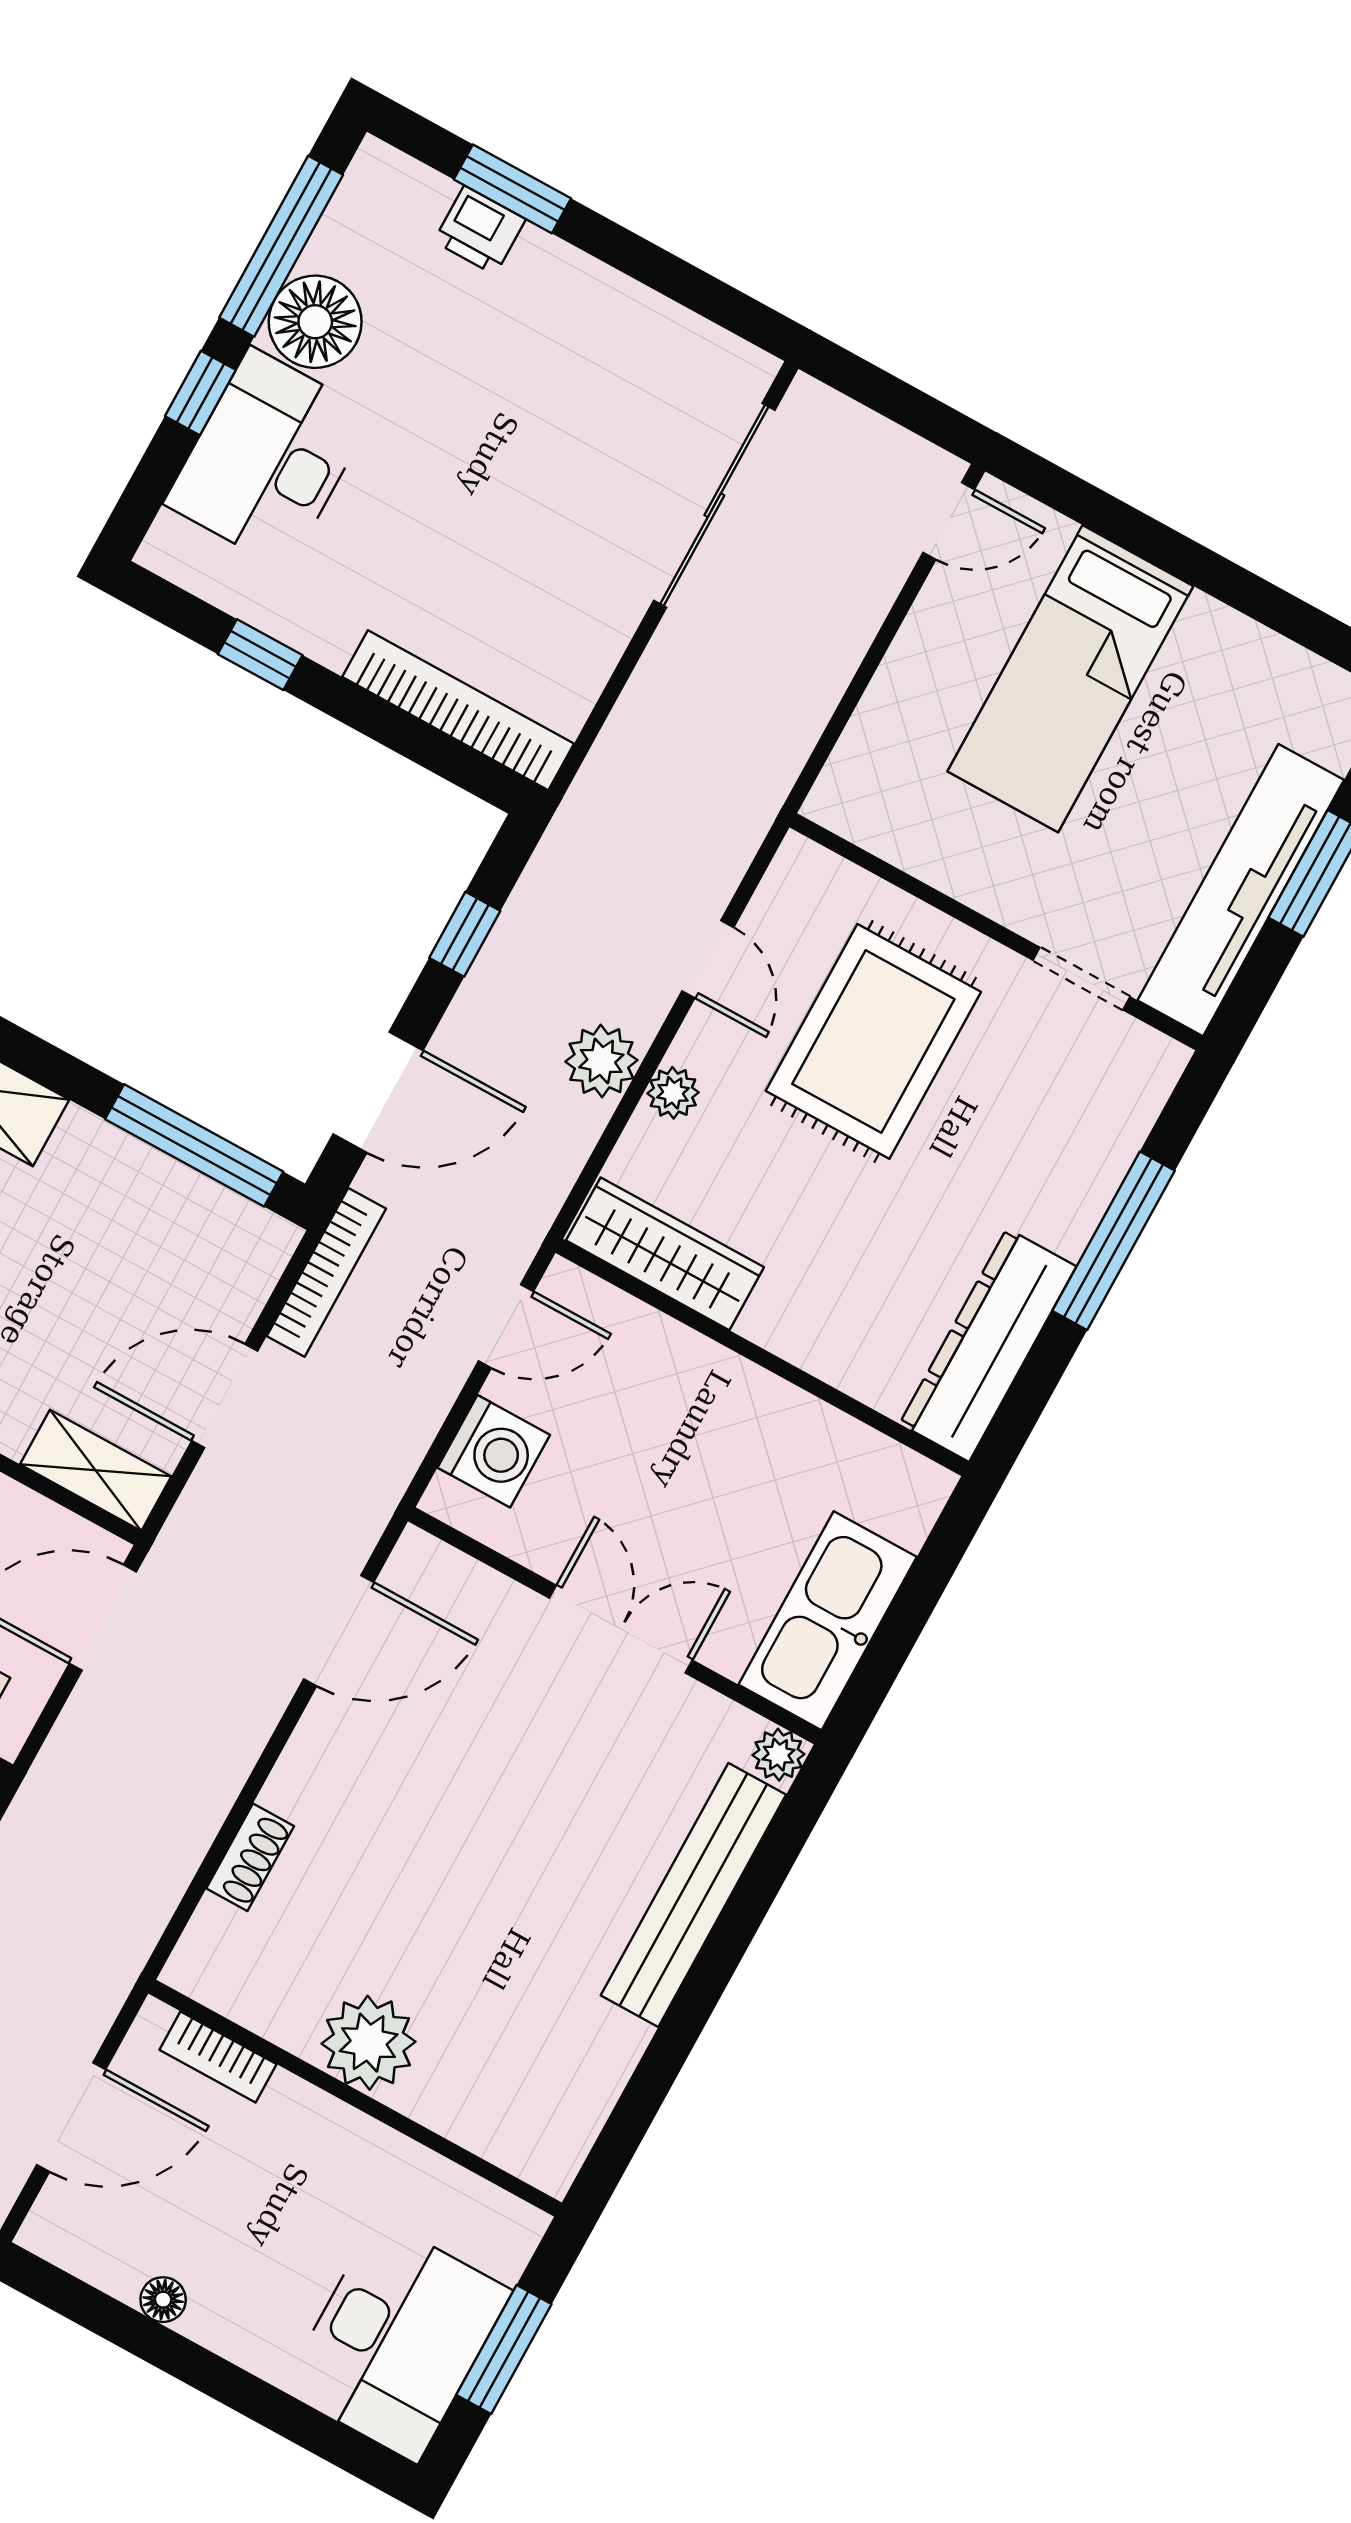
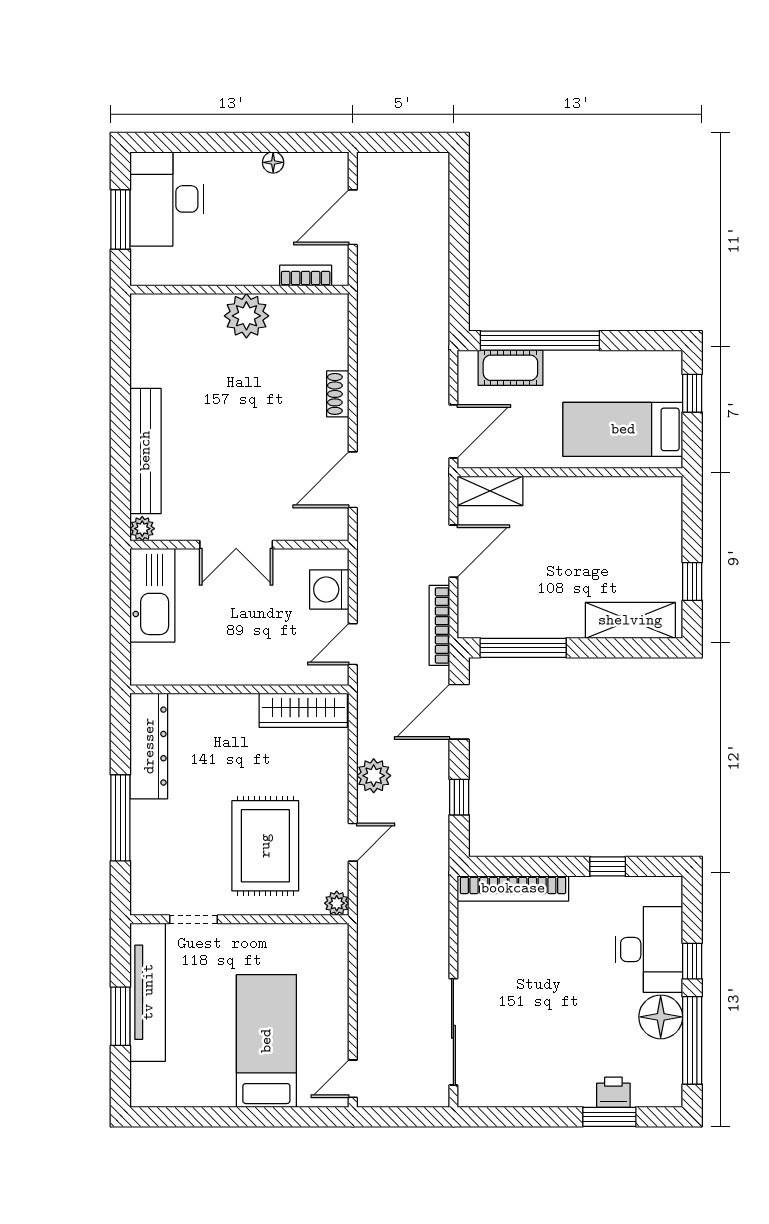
door: (708, 959) -> (353, 842), swing flipped
plant: (673, 1093) -> (337, 903), moved
shoe rack: (250, 1857) -> (338, 394), moved

